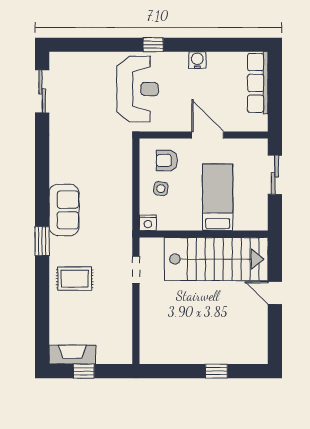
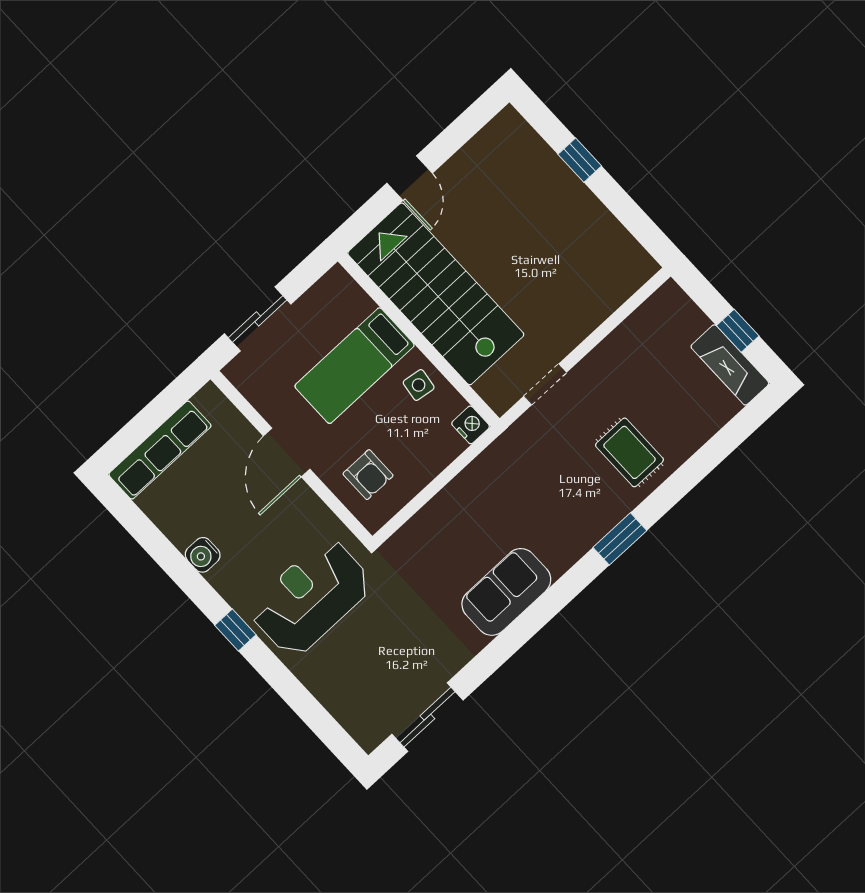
side table: (161, 189) -> (419, 385), moved
sofa: (64, 210) -> (506, 592), moved

